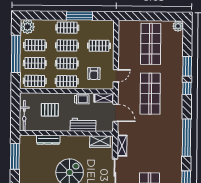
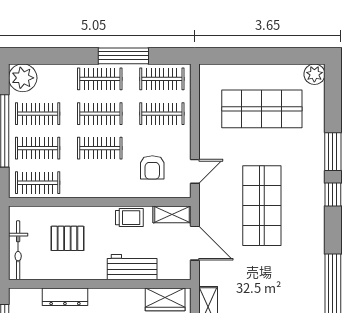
shop shelf: (151, 44) -> (262, 109), turned 90
clothes rail: (67, 81) -> (162, 79), moved

